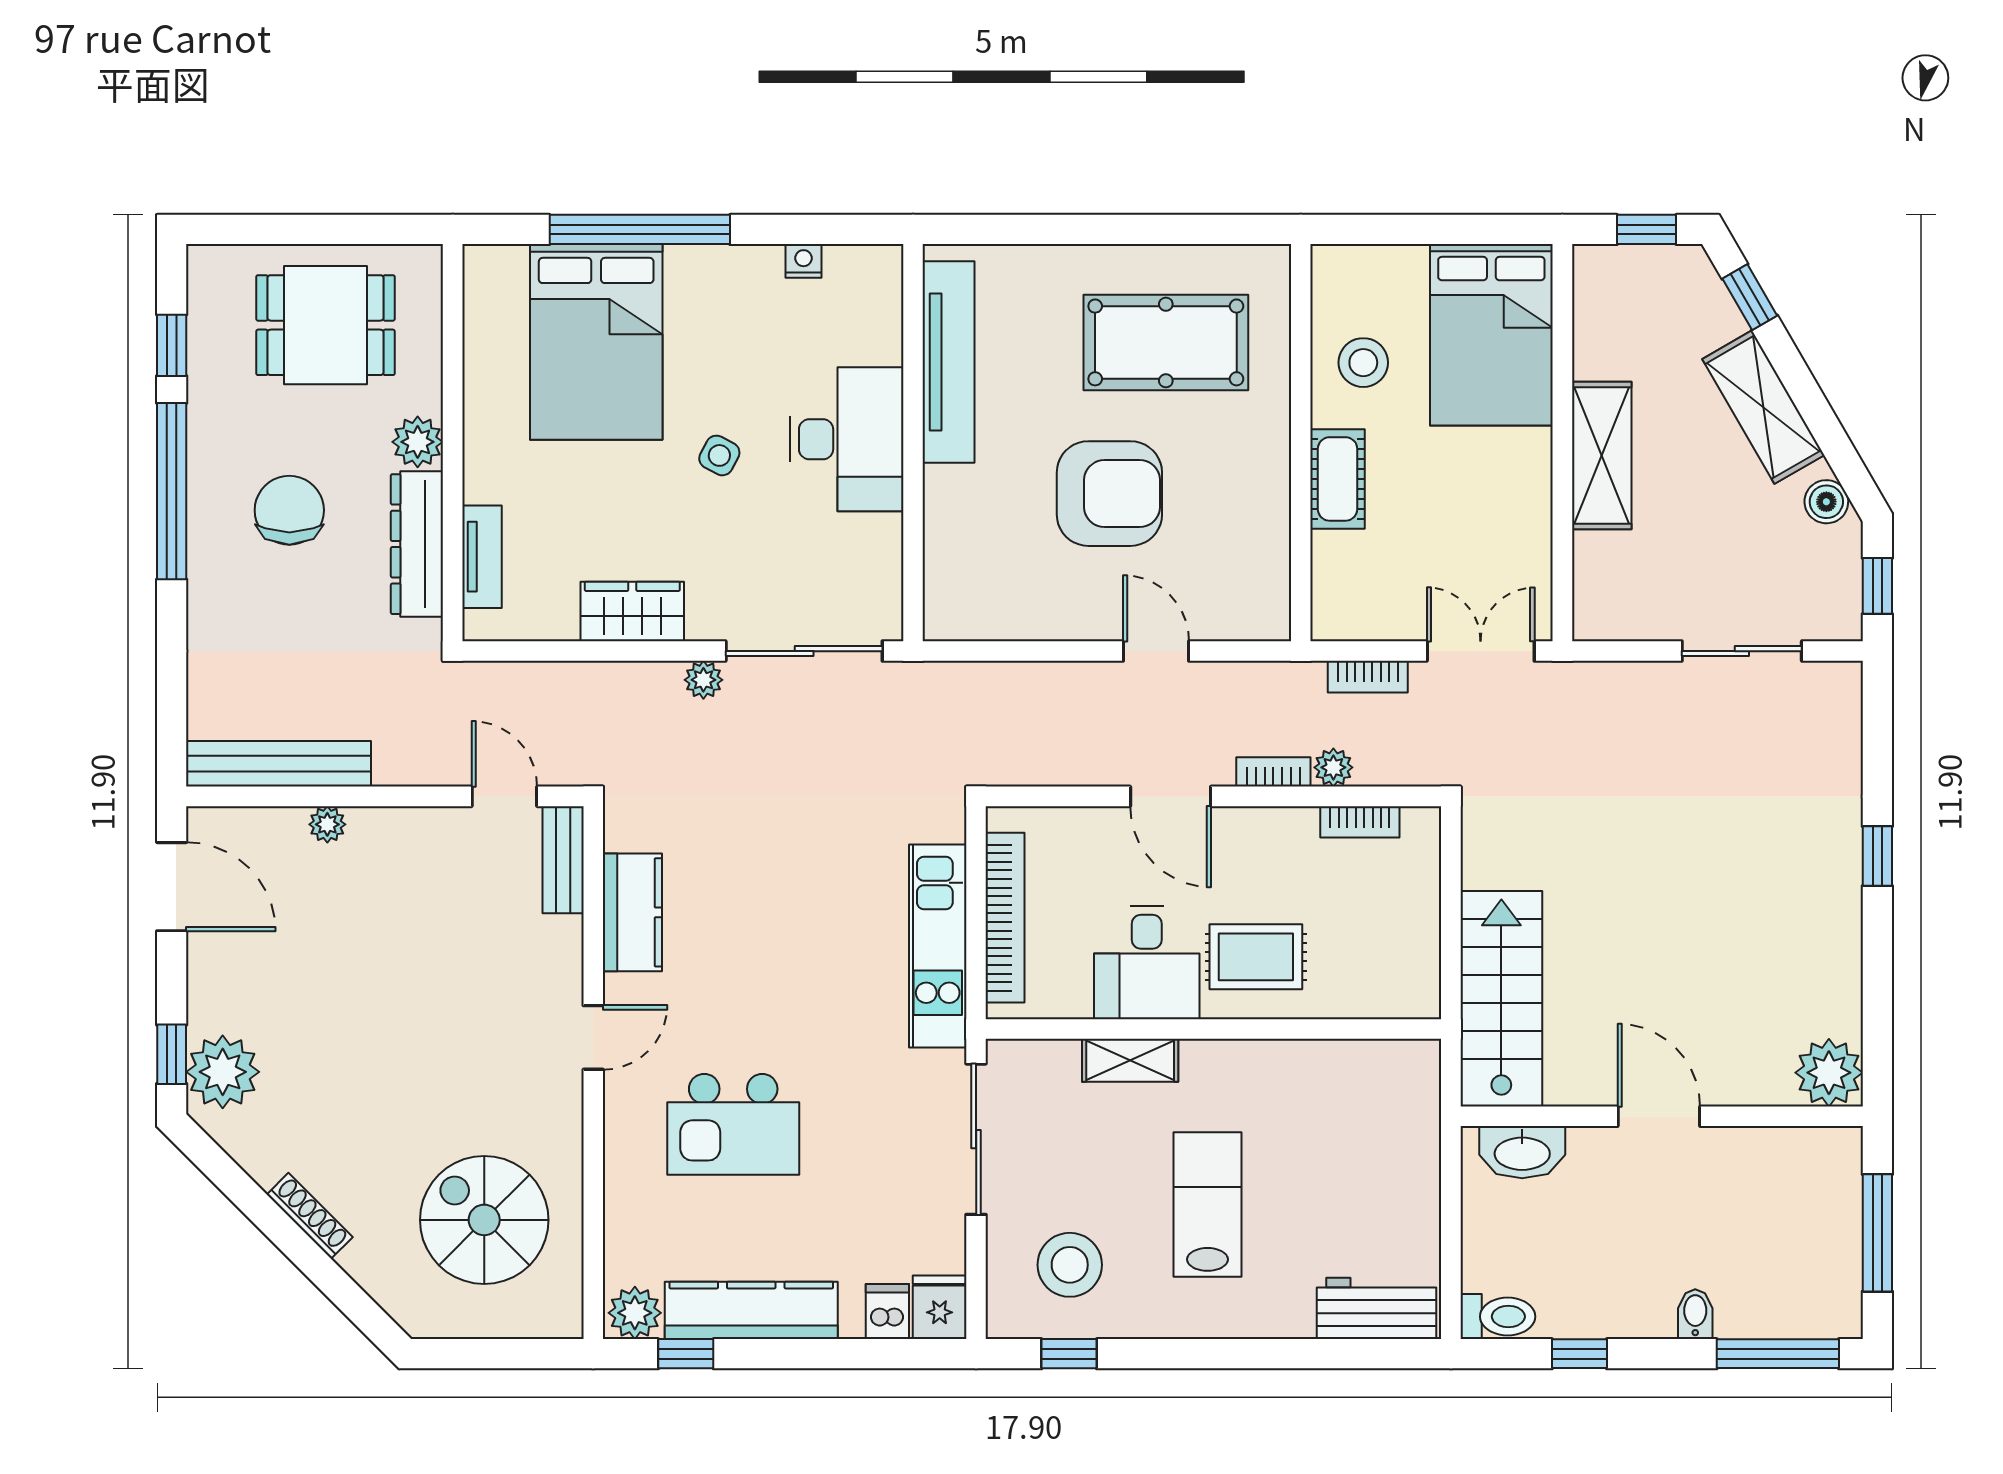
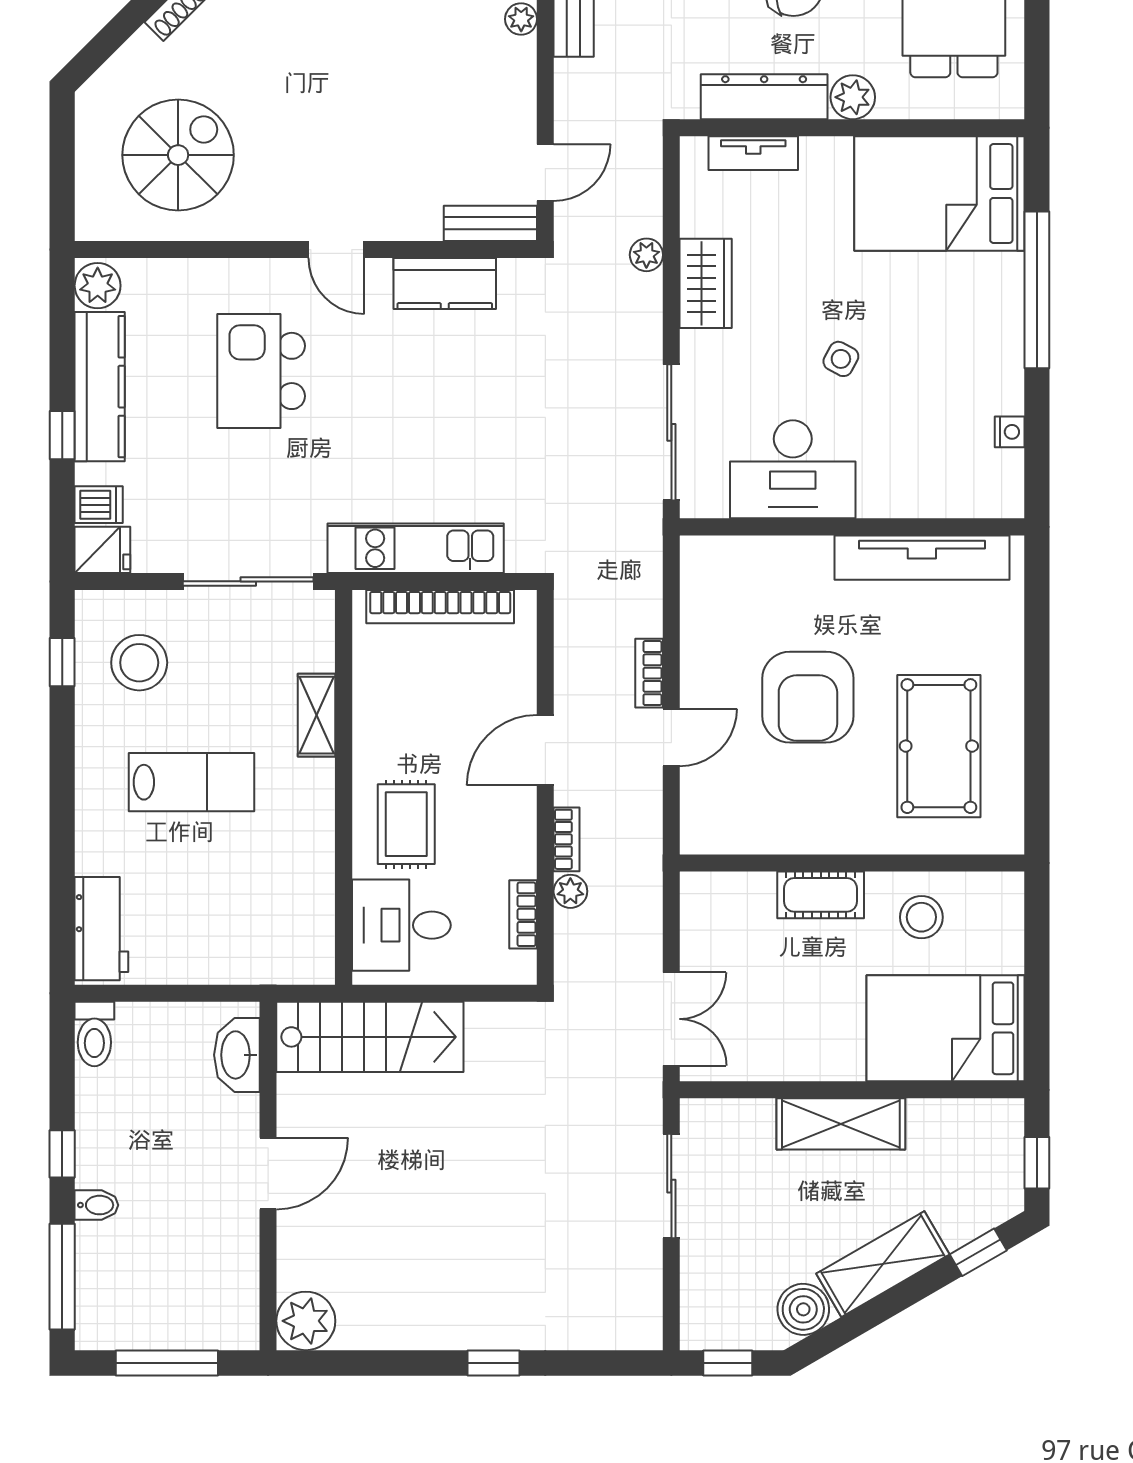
bed: (596, 342) -> (939, 193), moved
desk: (847, 439) -> (793, 469), moved
boiler: (1826, 502) -> (803, 1309), width x1.36, depth x1.36
sliding door: (1742, 651) -> (671, 1186), moved
bookcase: (1368, 677) -> (649, 673), moved
plant: (703, 680) -> (646, 255), moved
desk: (1147, 962) -> (401, 925), moved
window: (686, 1354) -> (62, 435), moved
window: (1579, 1354) -> (62, 1154), moved

